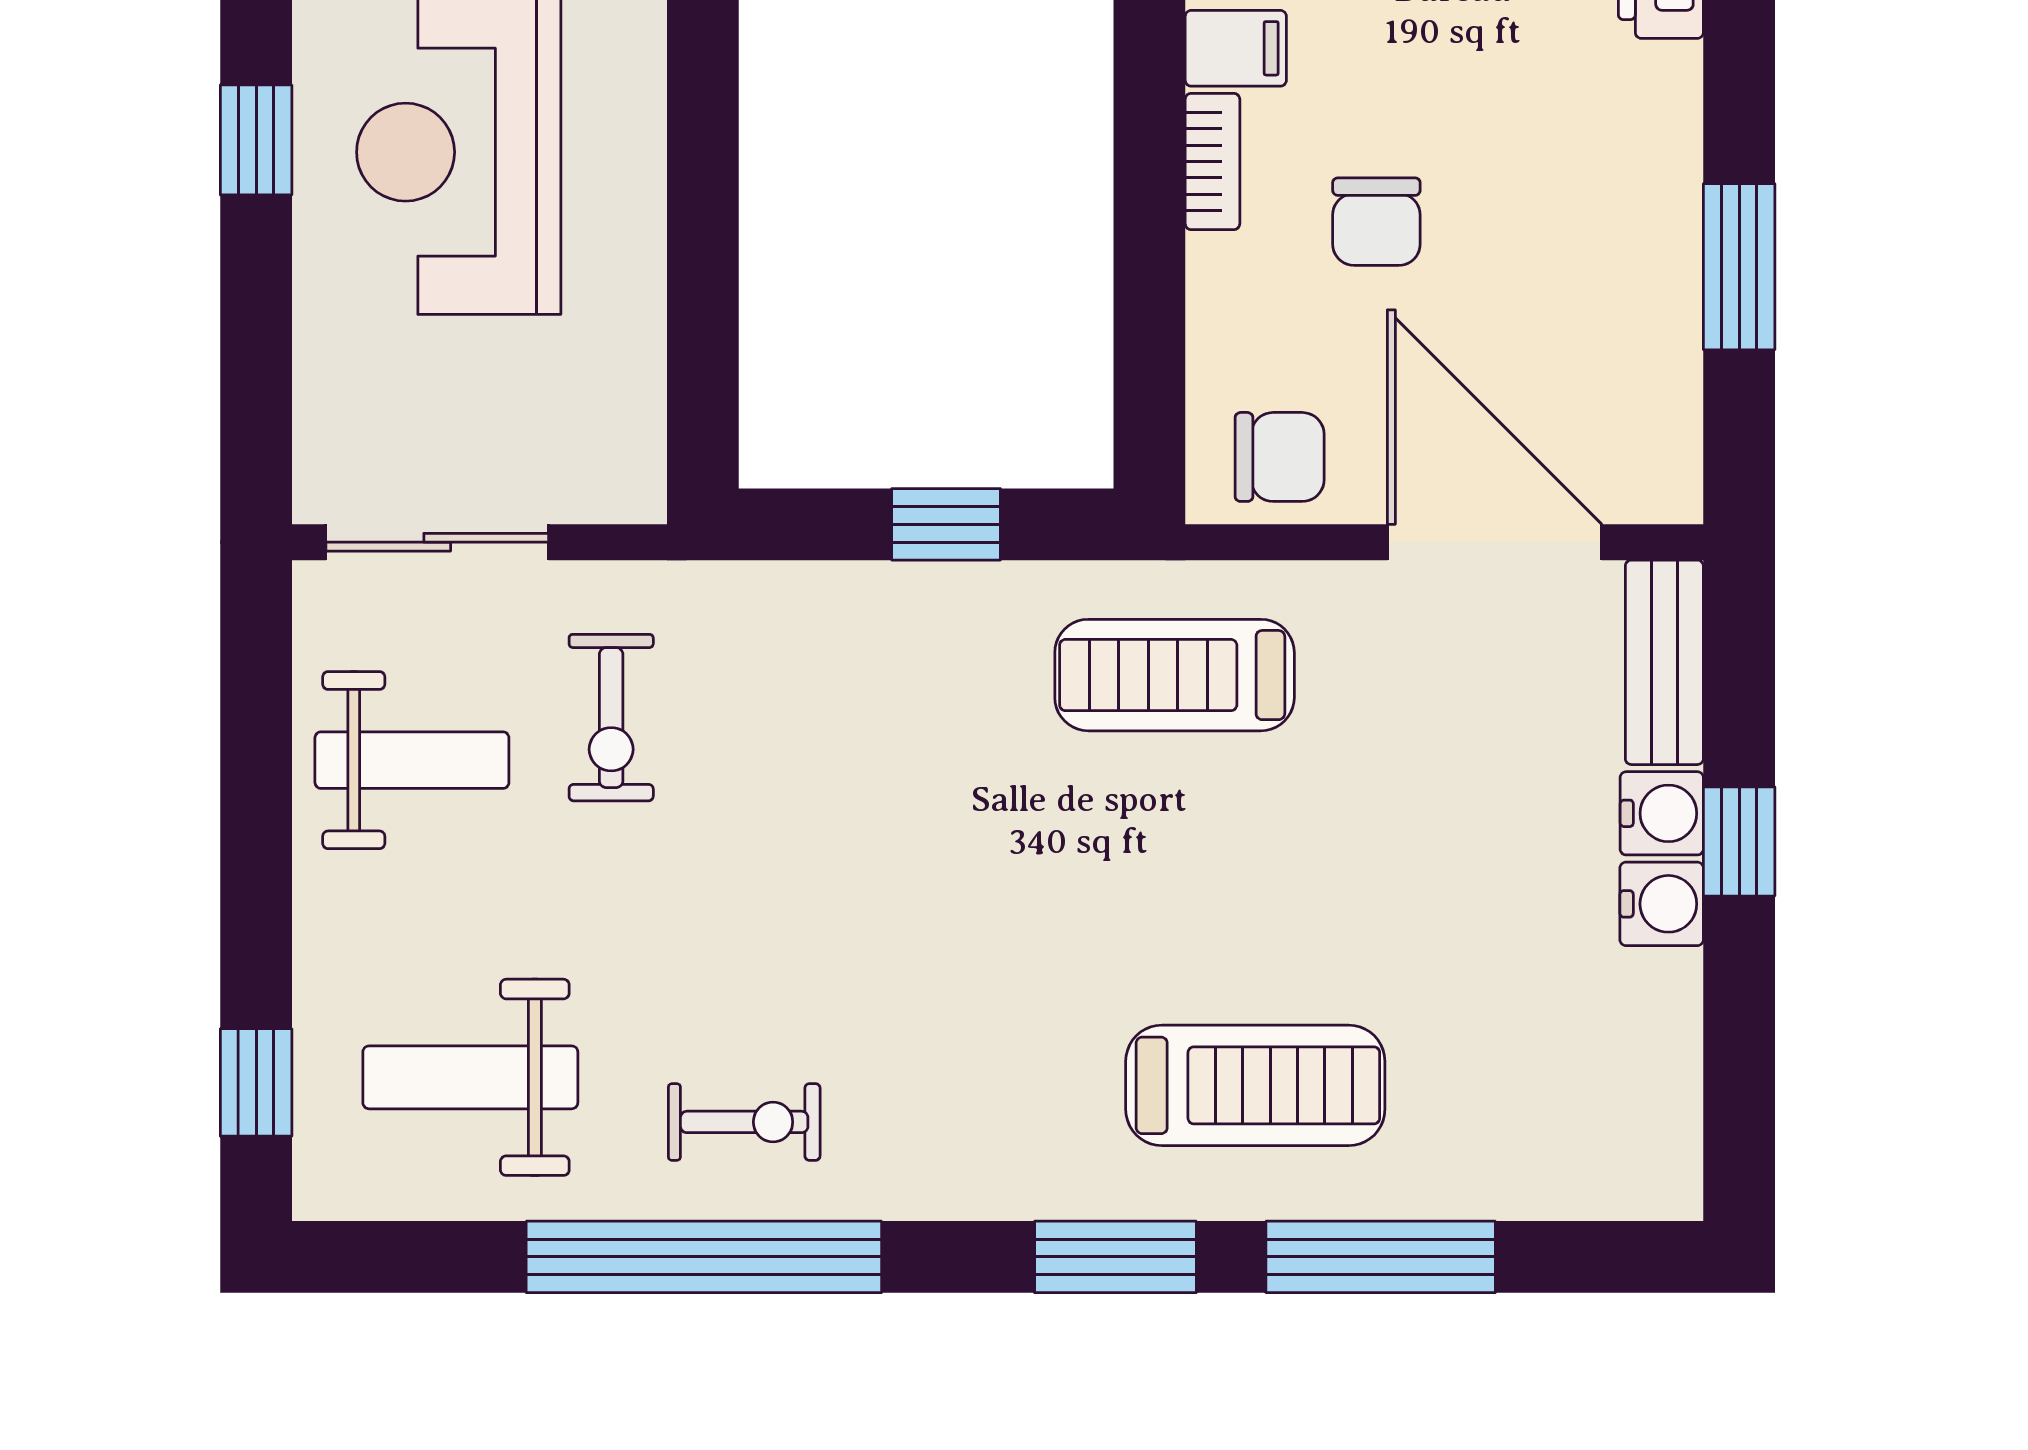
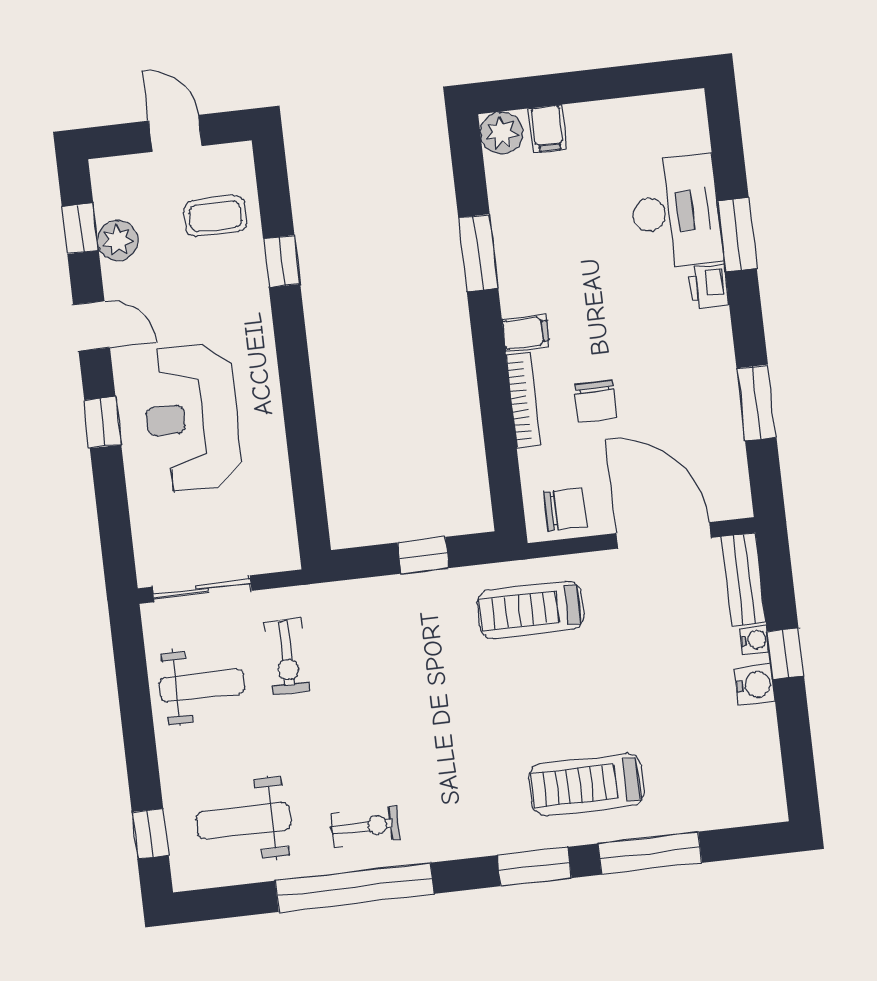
bookcase: (1212, 162) -> (523, 400), width x1.56
water cooler: (1662, 813) -> (755, 640), width x0.72, depth x0.72
treadmill: (1255, 1085) -> (587, 785), turned 180

